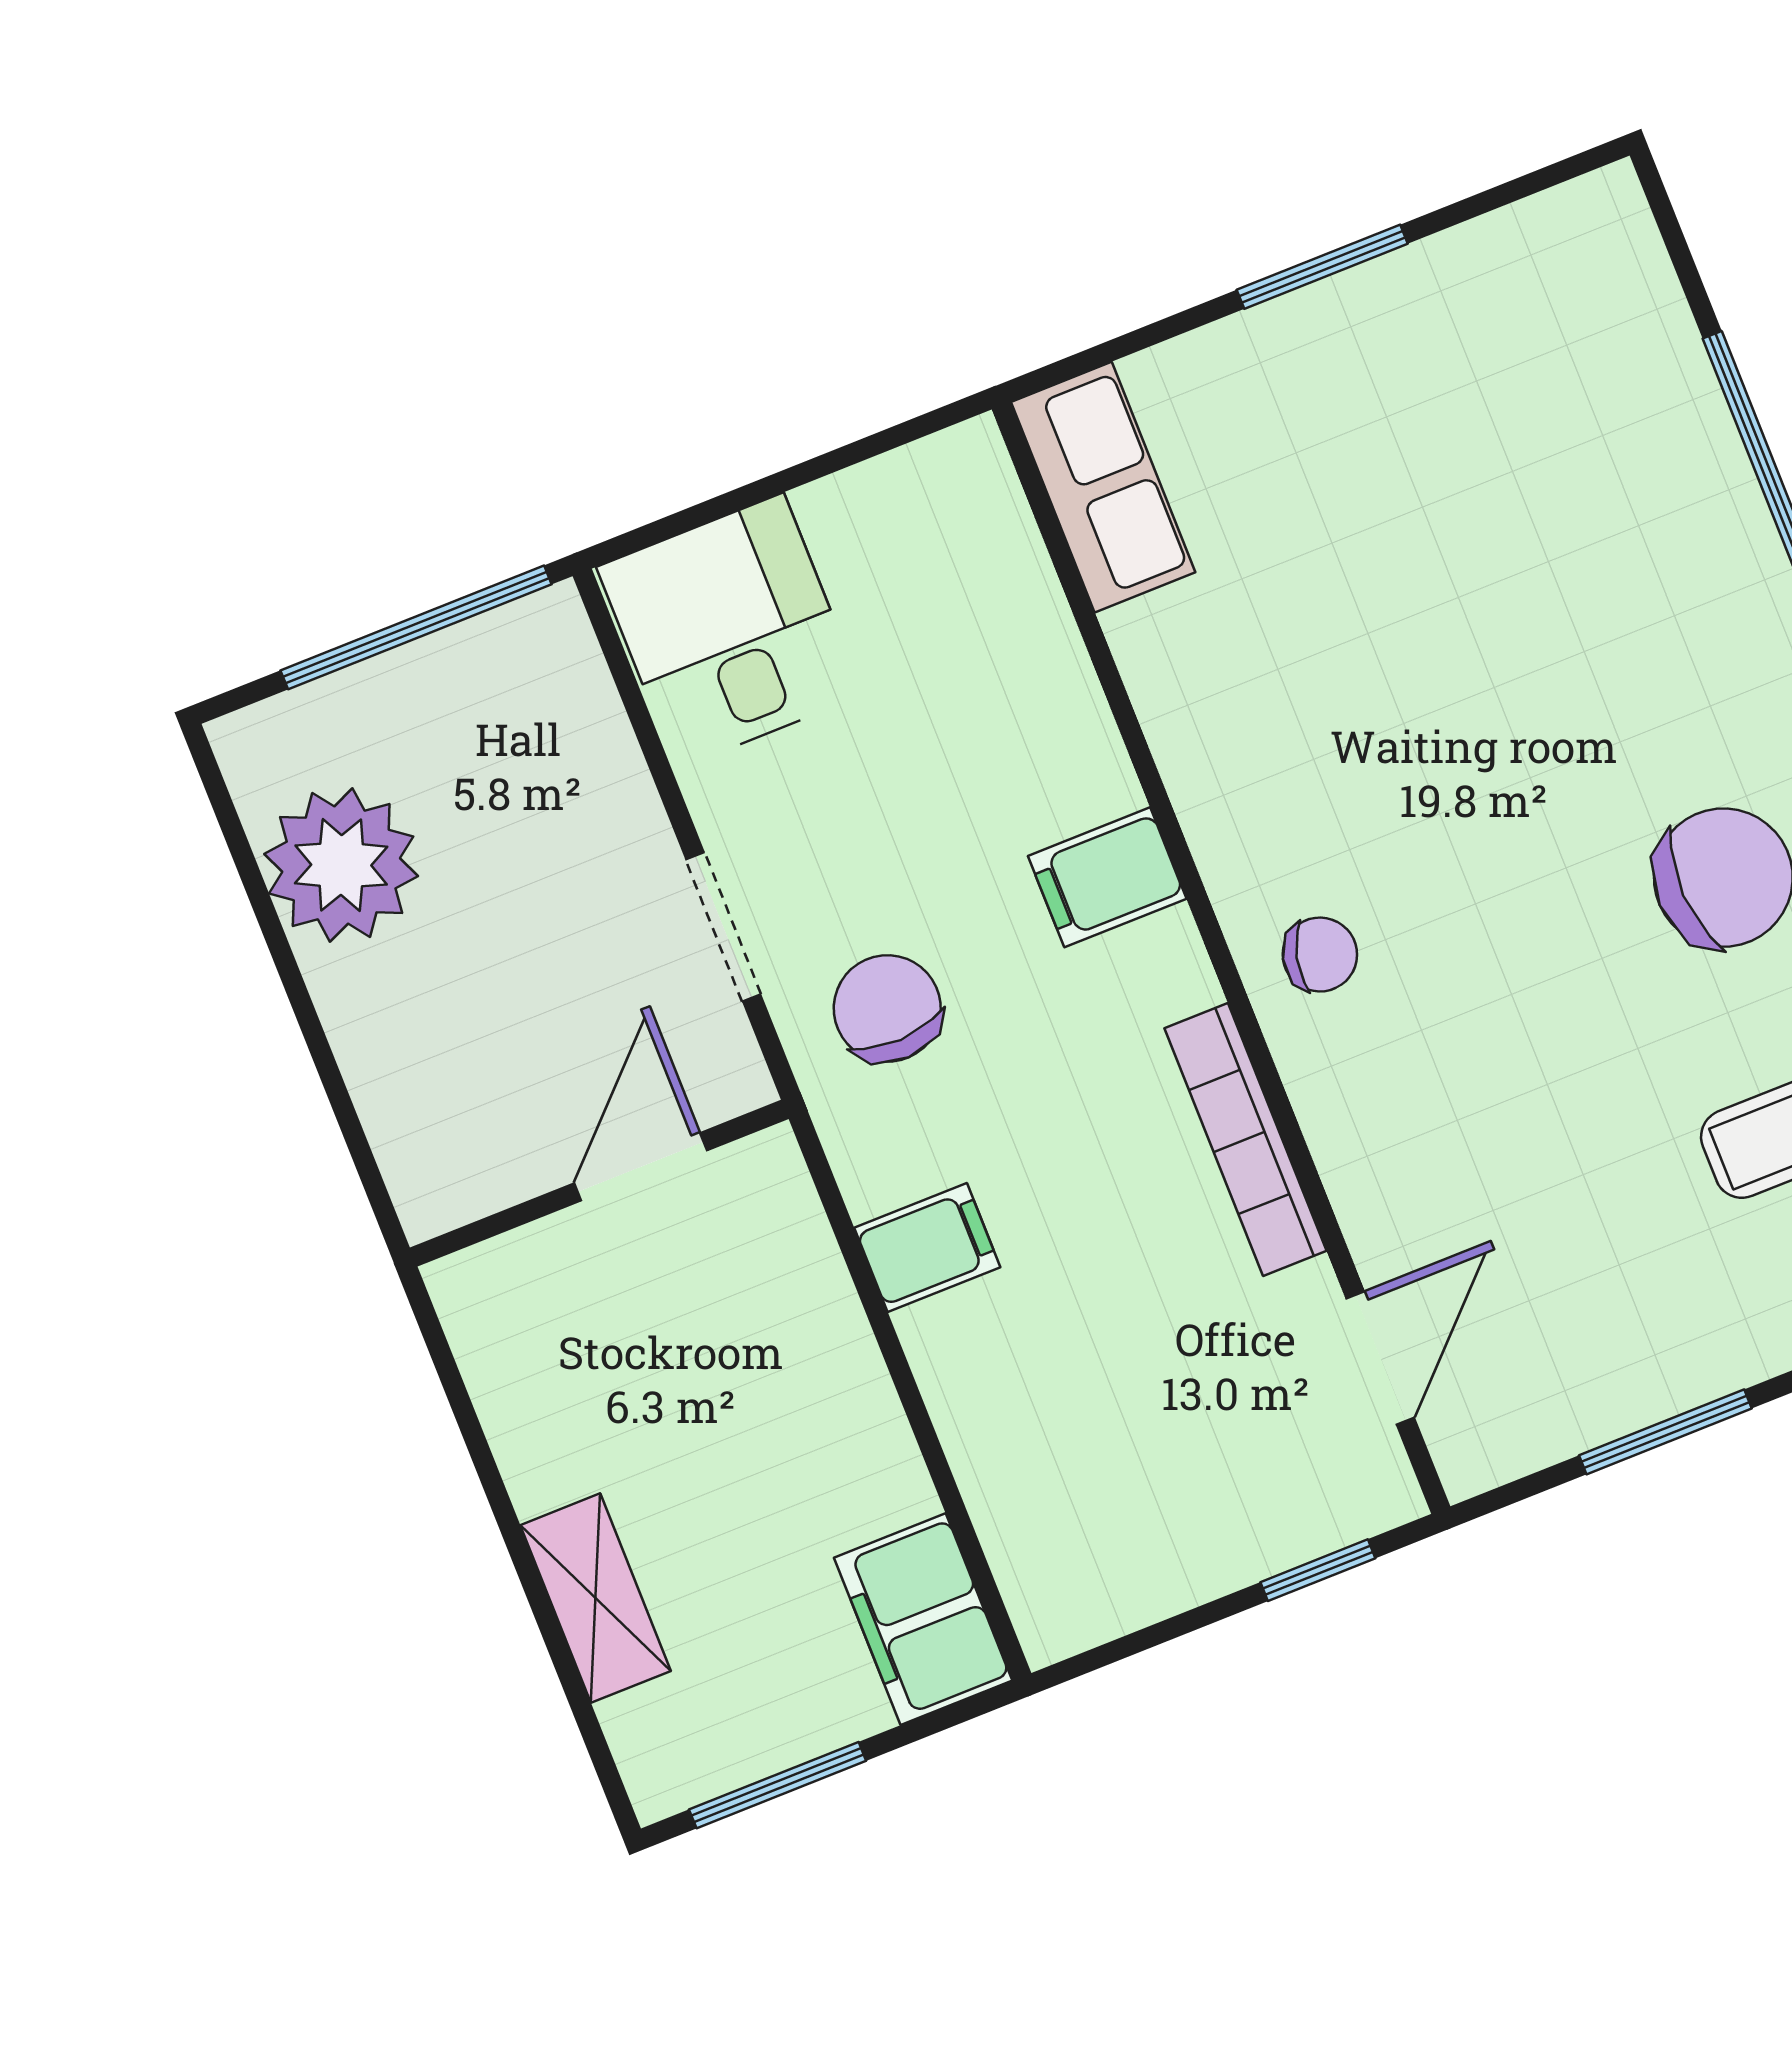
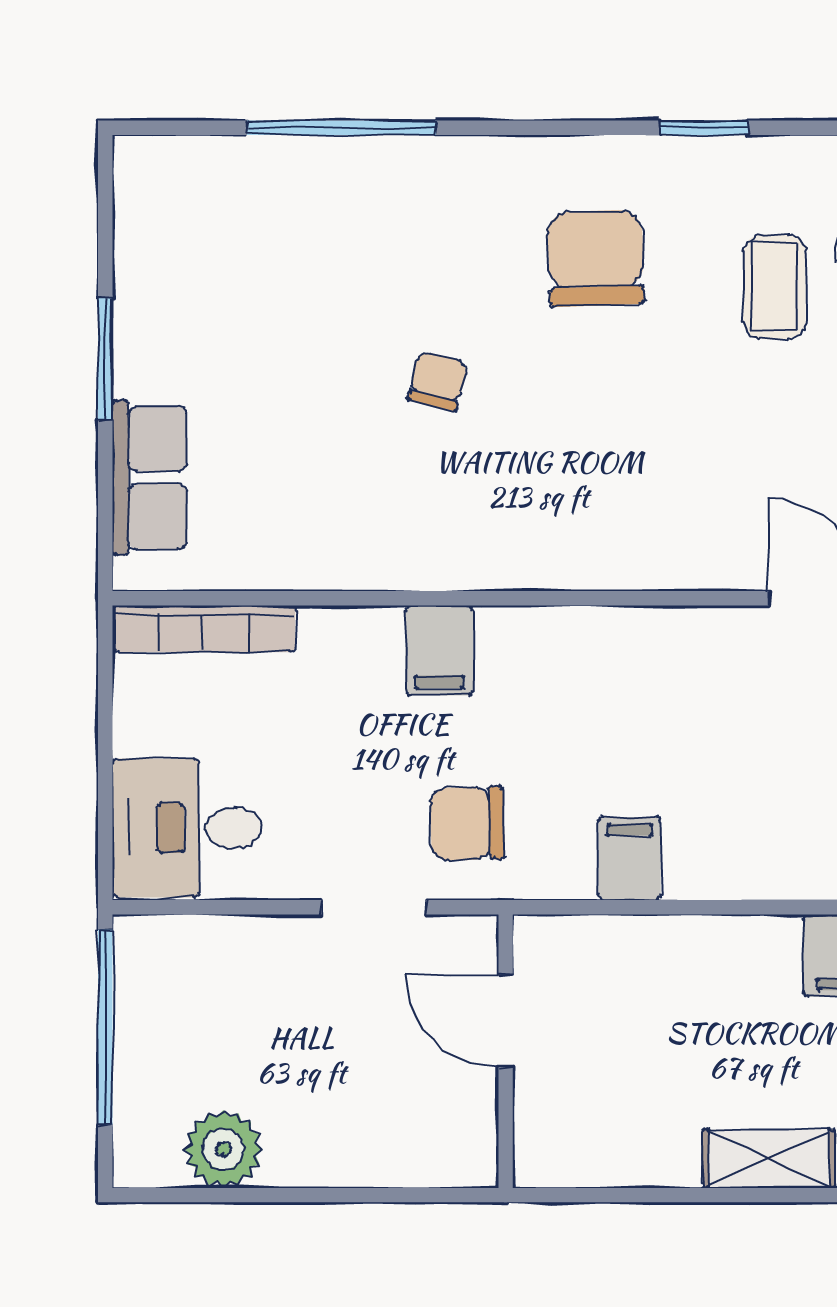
row of seats: (1103, 487) -> (149, 478), moved, turned 90
plant: (341, 865) -> (223, 1149), width x0.73, depth x0.73
chair: (1320, 955) -> (438, 381), moved
bookcase: (1246, 1140) -> (204, 629), moved

